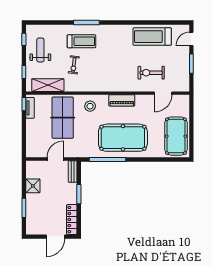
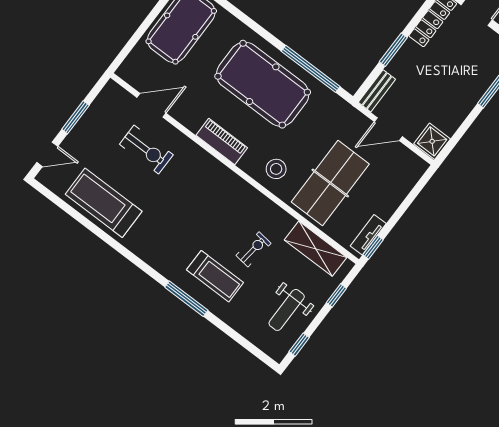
treadmill: (152, 37) -> (104, 203), turned 180
treadmill: (81, 41) -> (215, 276), turned 180
shower: (33, 186) -> (432, 141), moved

